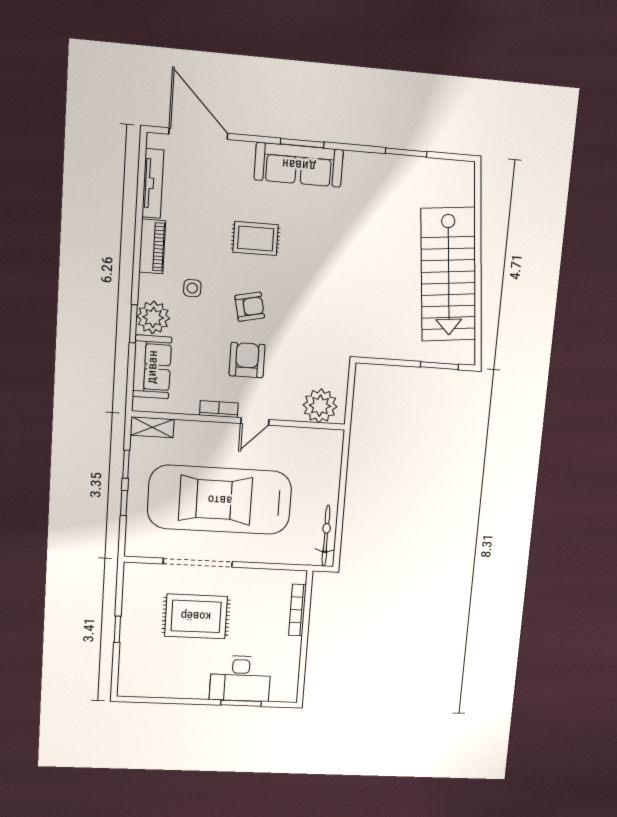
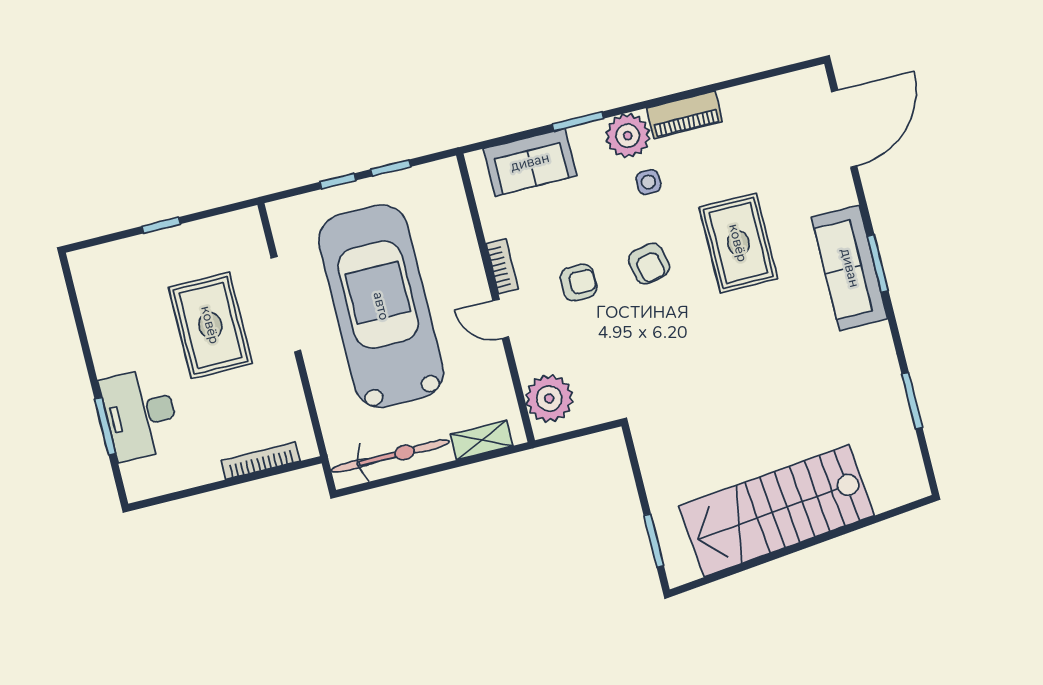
tv unit: (153, 183) -> (763, 91), removed
rug: (256, 239) -> (738, 243), width x1.36, depth x1.43
plant: (153, 317) -> (628, 136), moved
armchair: (247, 360) -> (578, 283), width x0.72, depth x0.72
shelving: (152, 427) -> (482, 440), moved, turned 90
bicycle: (326, 536) -> (390, 456), width x1.37, depth x1.40

